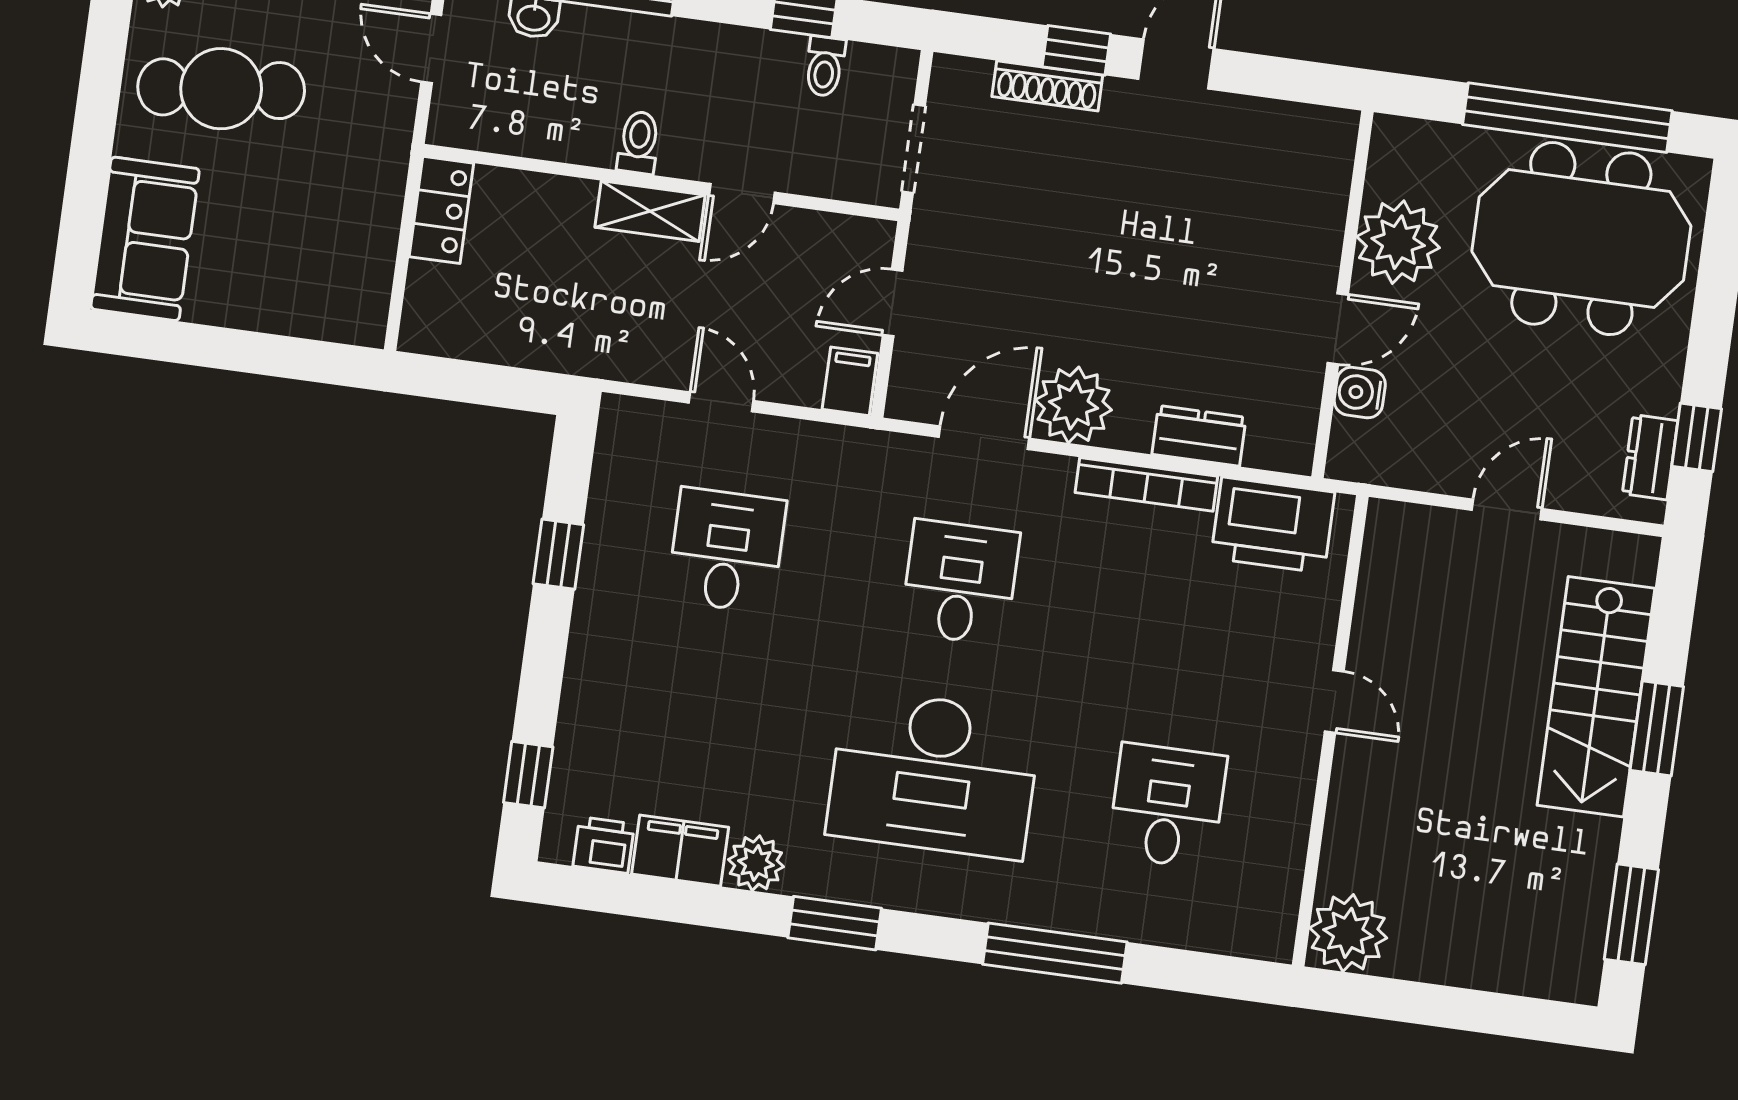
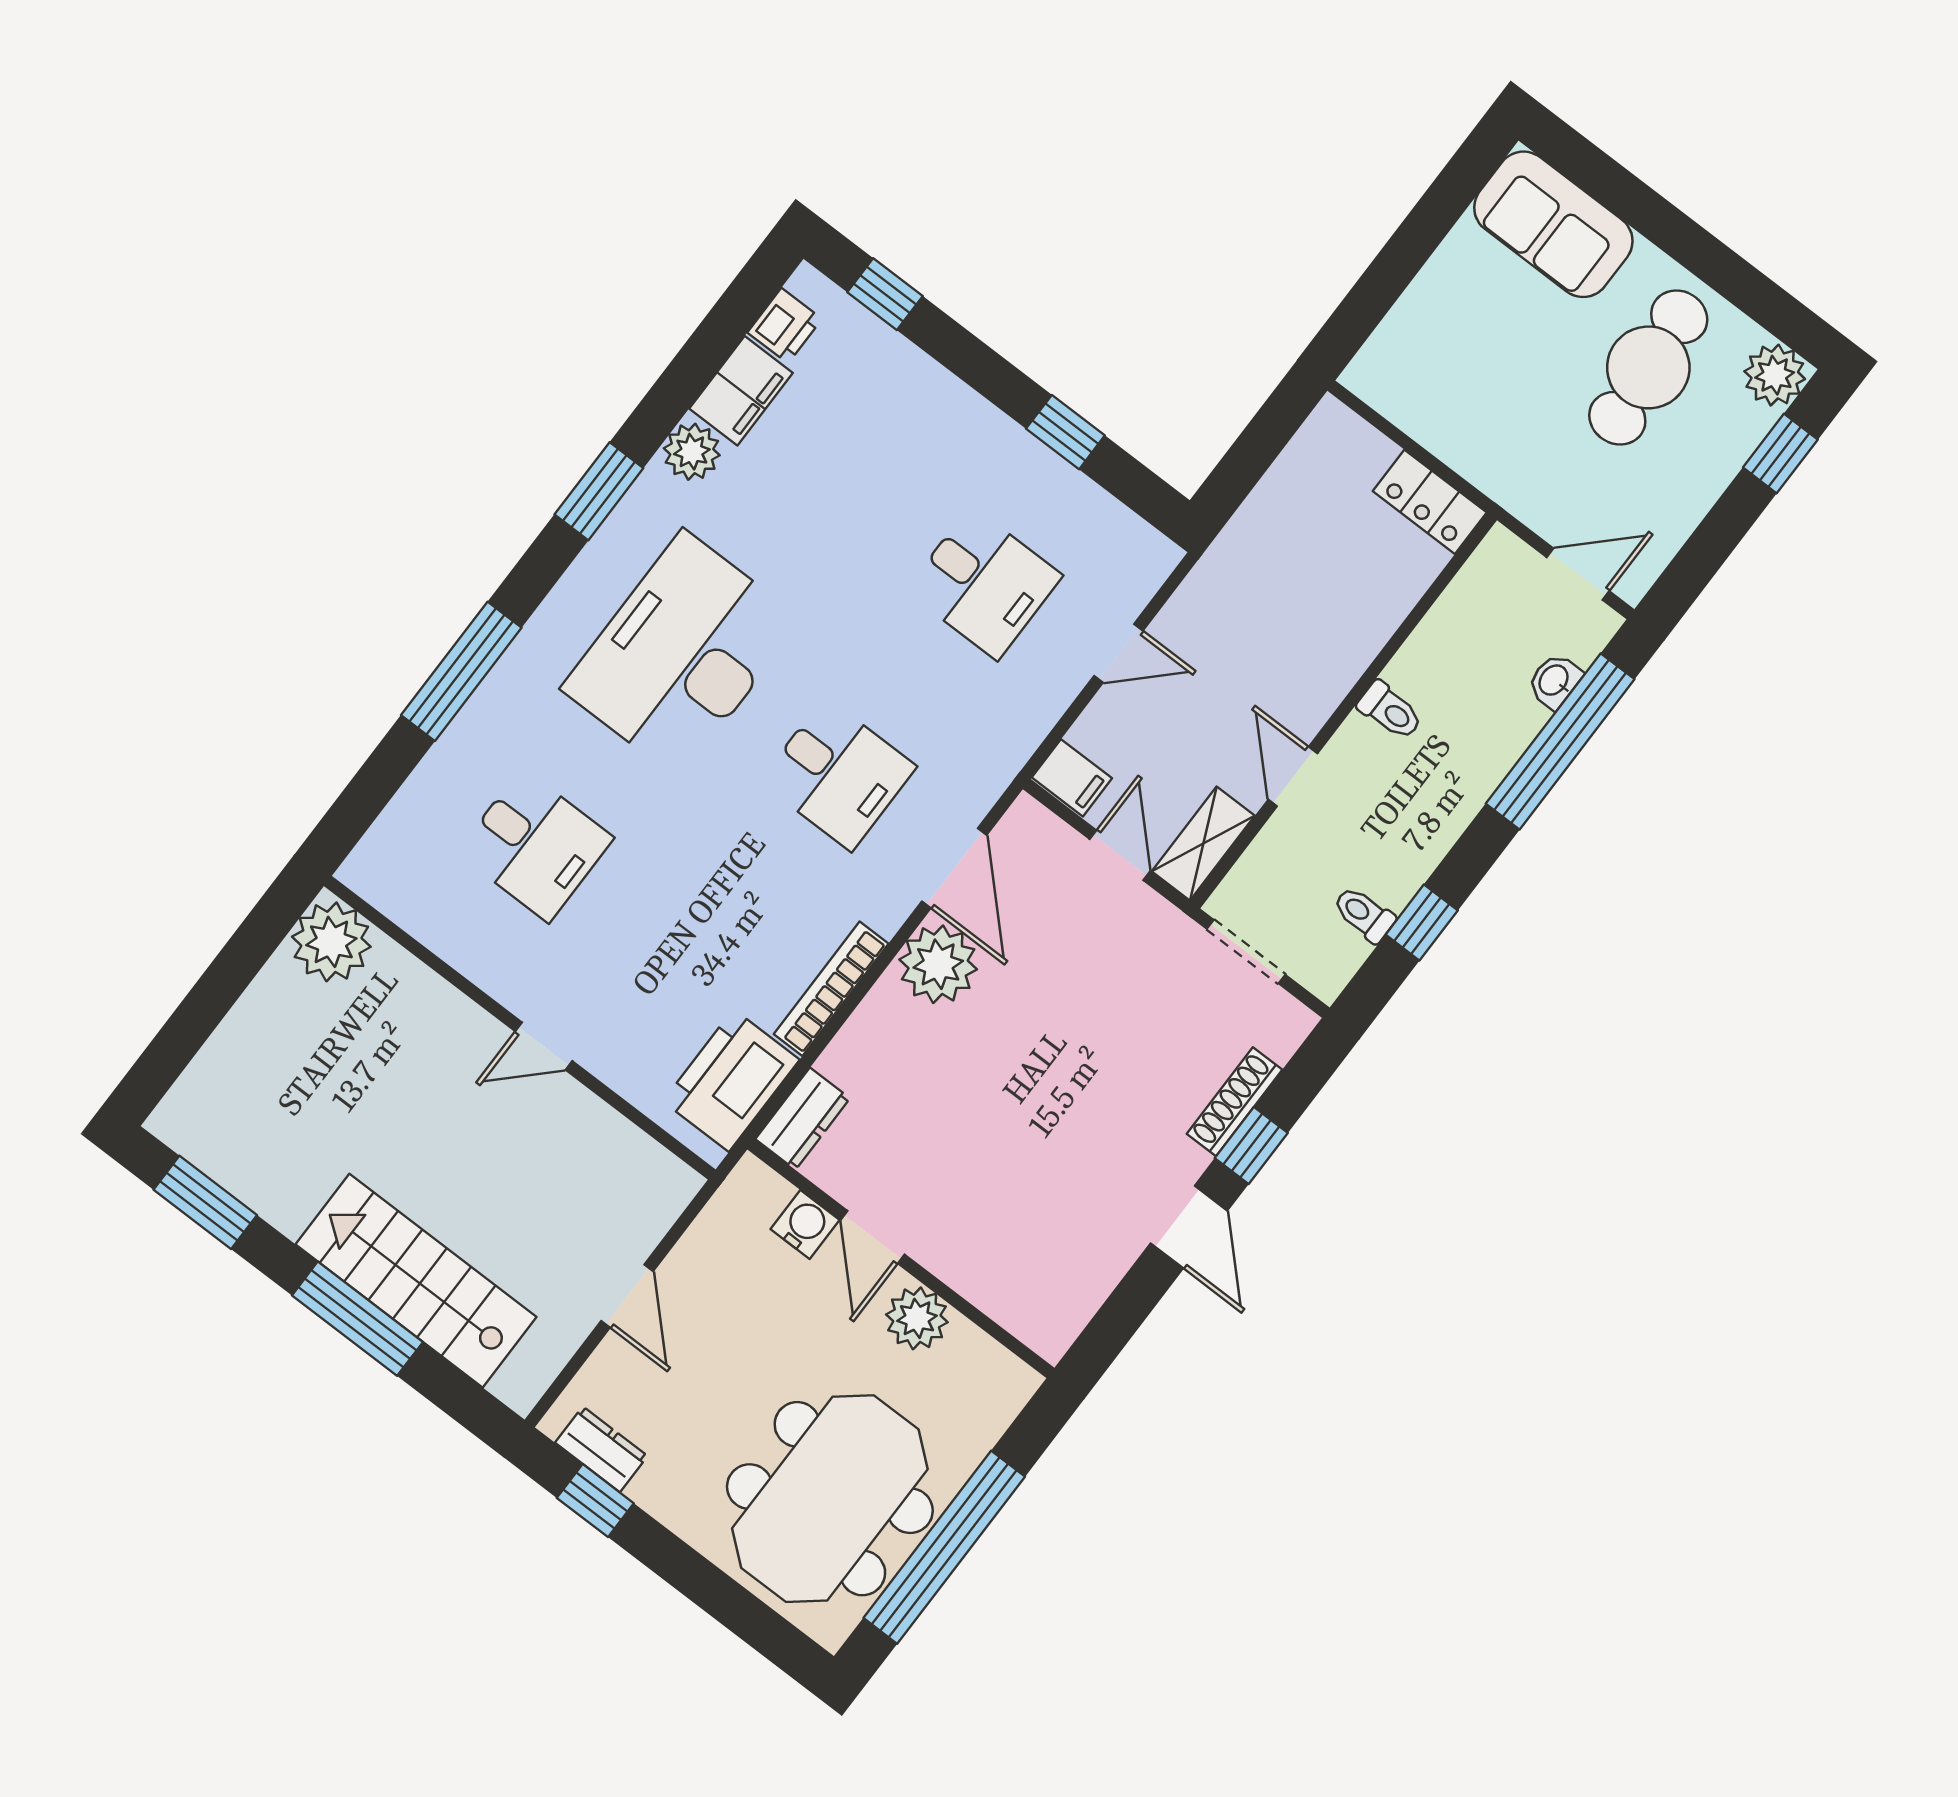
shelving: (650, 211) -> (1203, 844), moved
plant: (1398, 242) -> (917, 1318), width x0.73, depth x0.73
dresser: (1199, 436) -> (803, 1119), moved
window: (1657, 728) -> (357, 1319), width x1.44

